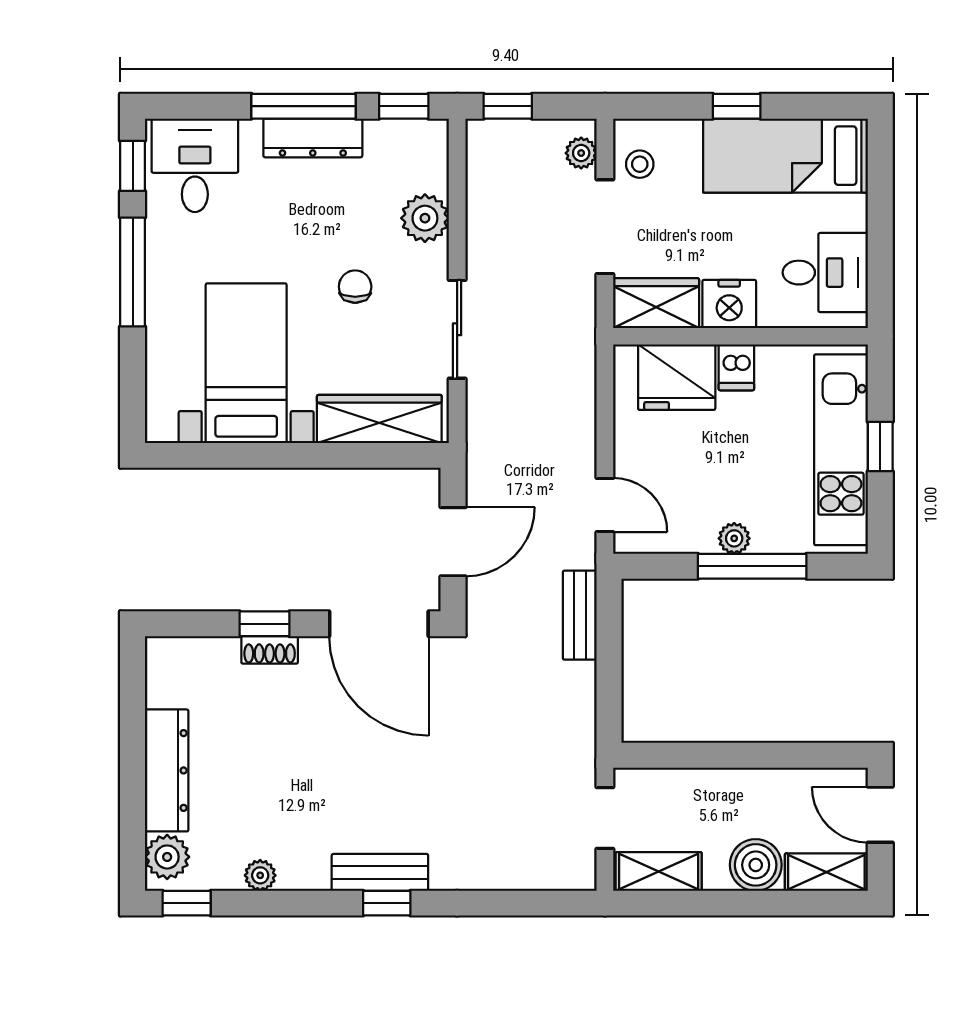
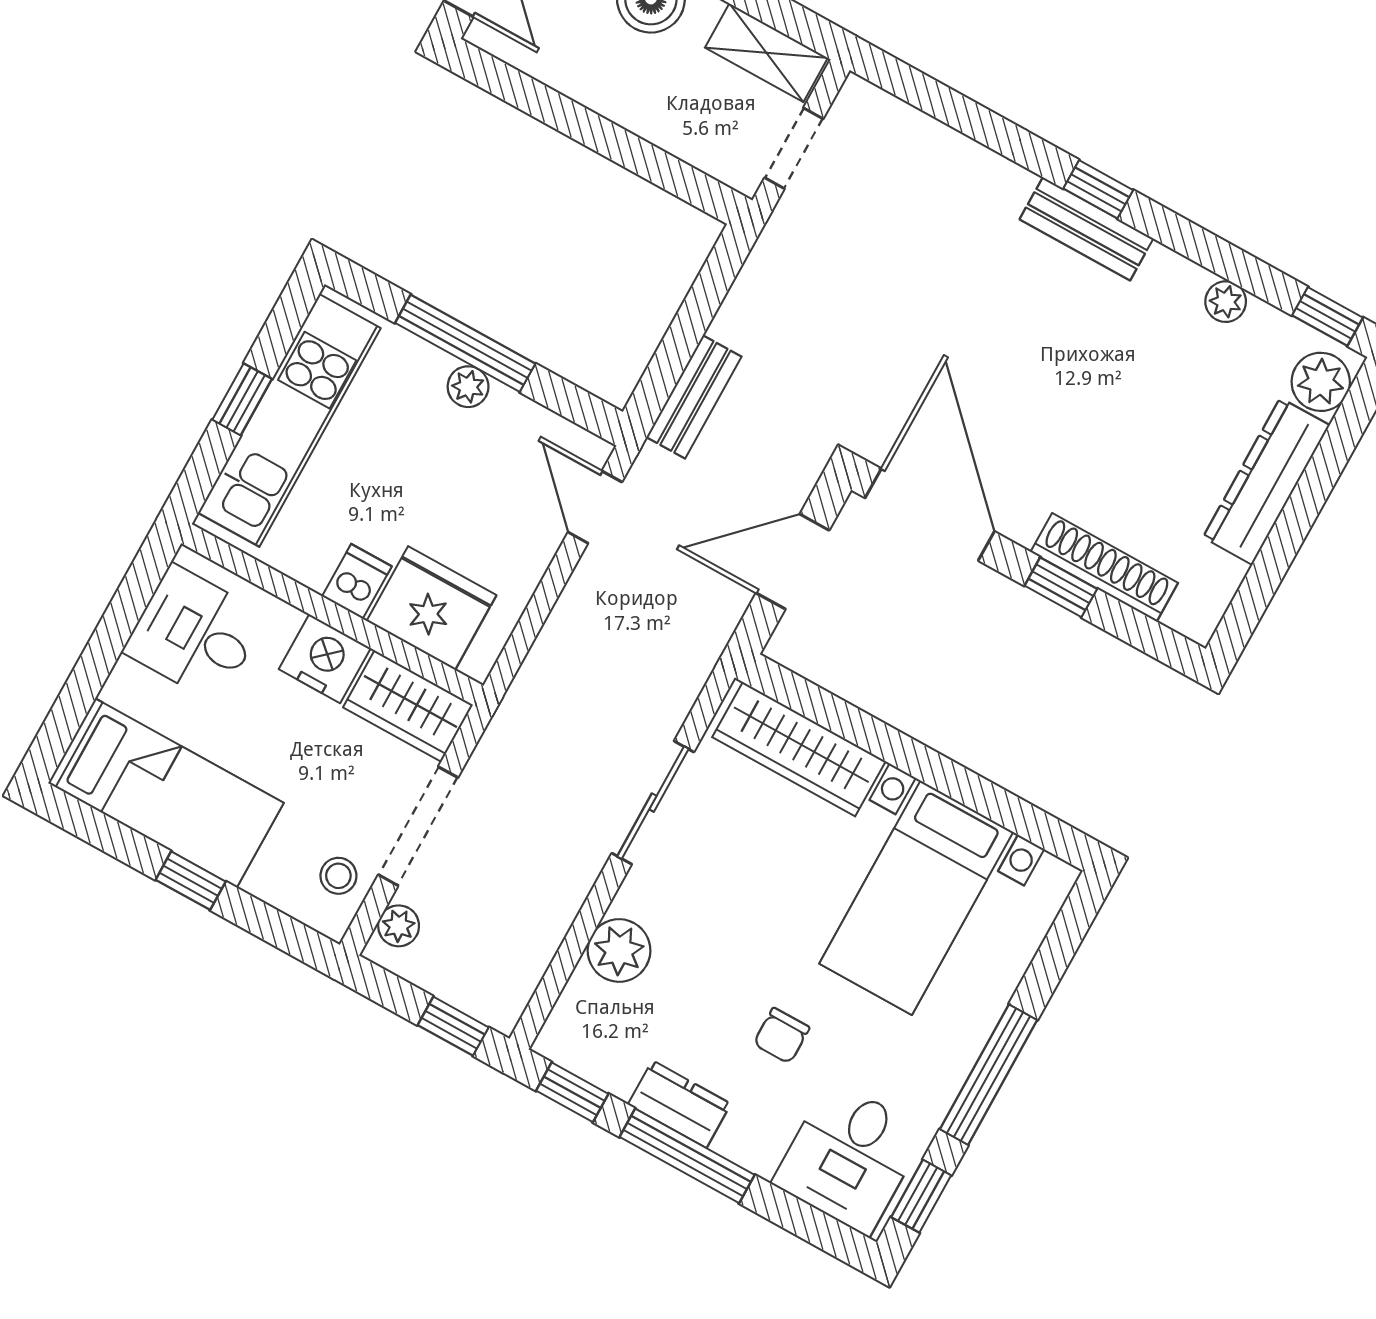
dresser: (313, 138) -> (679, 1104), width x0.70
chair: (355, 287) -> (781, 1036), moved
shoe rack: (270, 650) -> (1104, 567), width x1.94, depth x1.24

